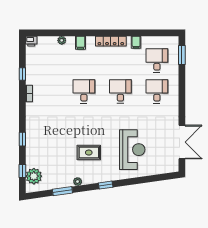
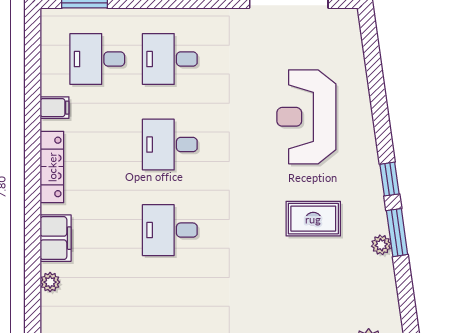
filing cabinet: (80, 43) -> (56, 238), width x2.00
reception desk: (132, 150) -> (306, 117), turned -90
rug: (89, 153) -> (313, 219), turned 90
window: (62, 191) -> (397, 233), moved

